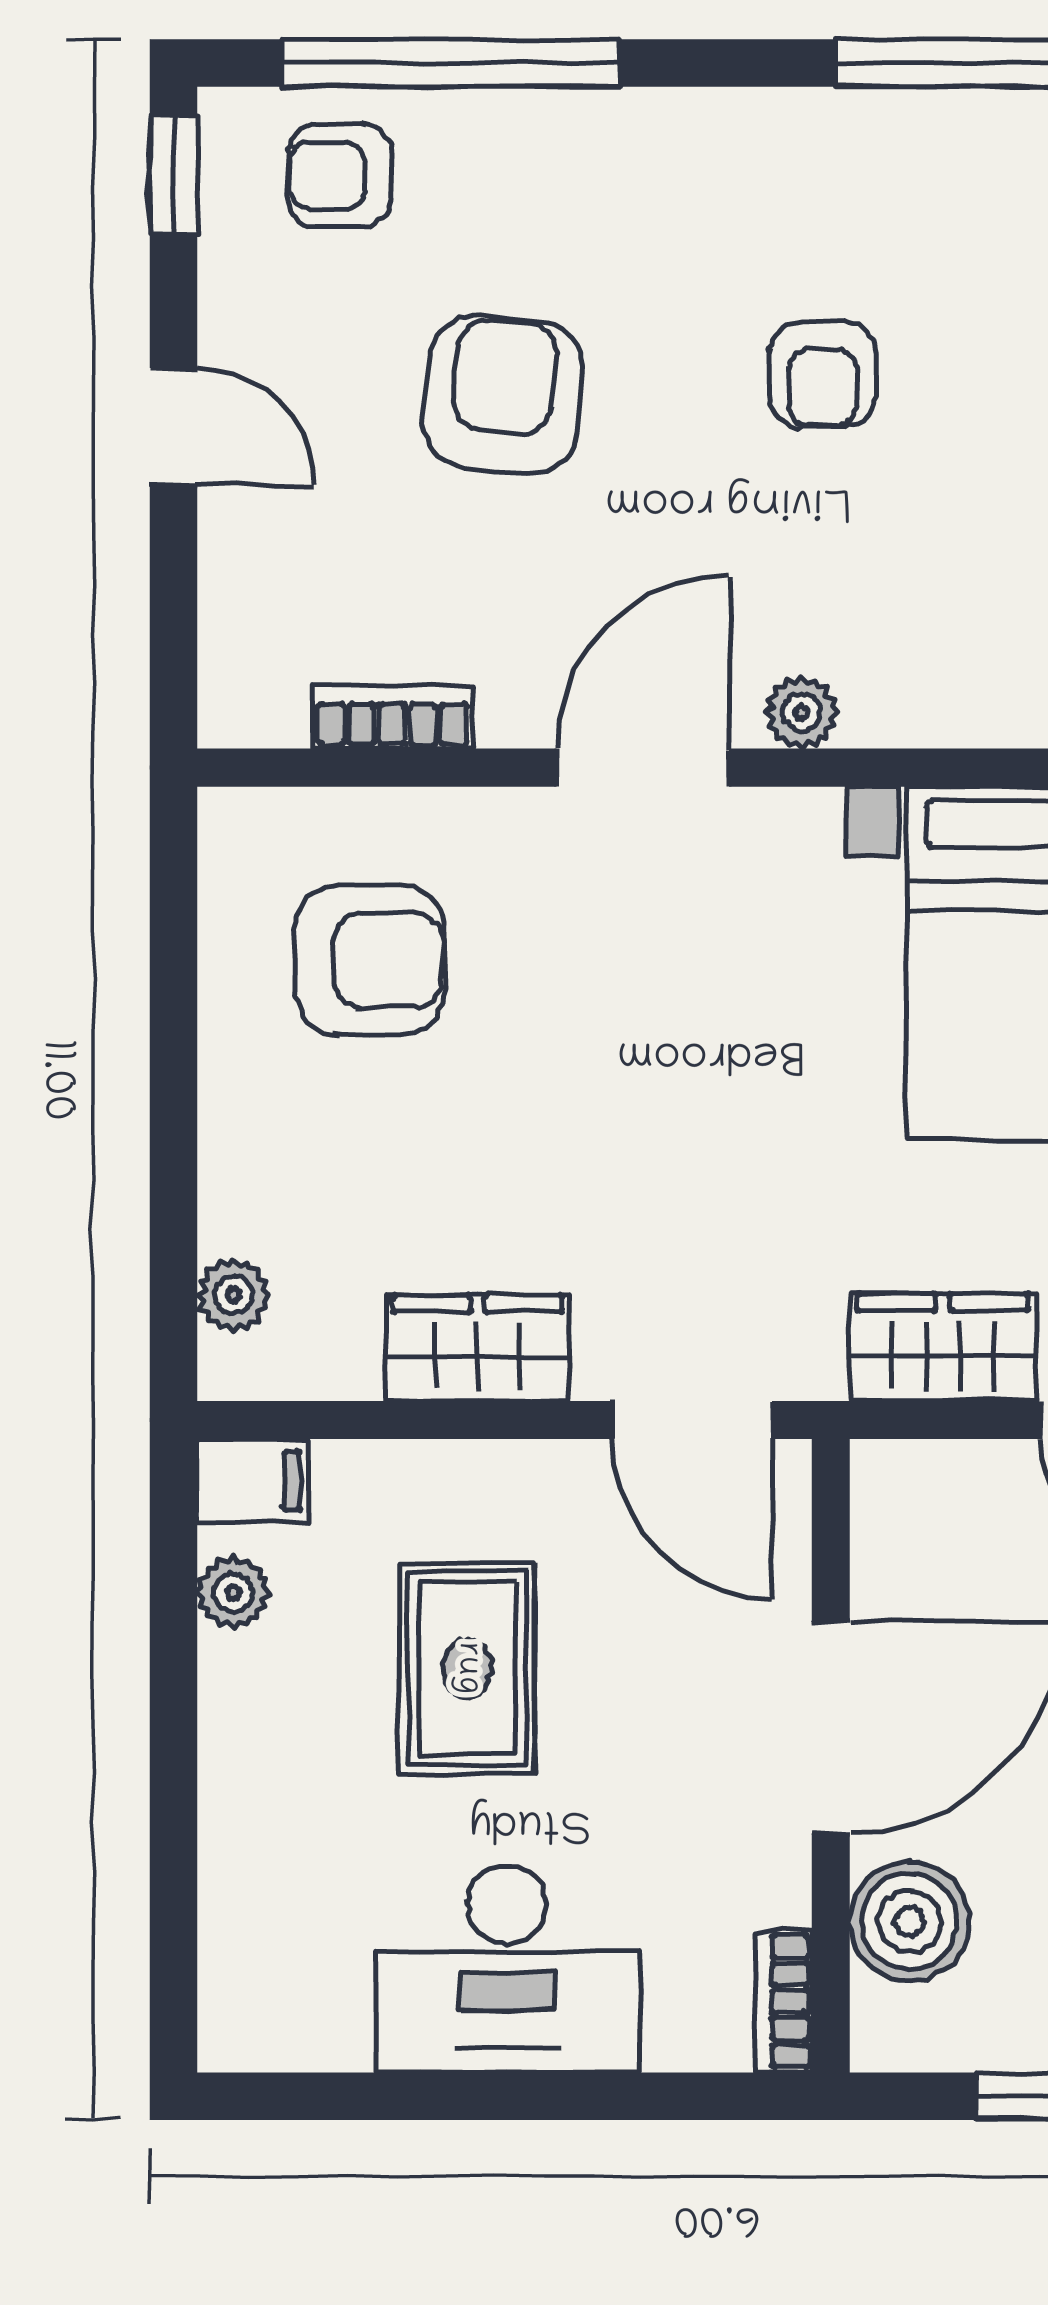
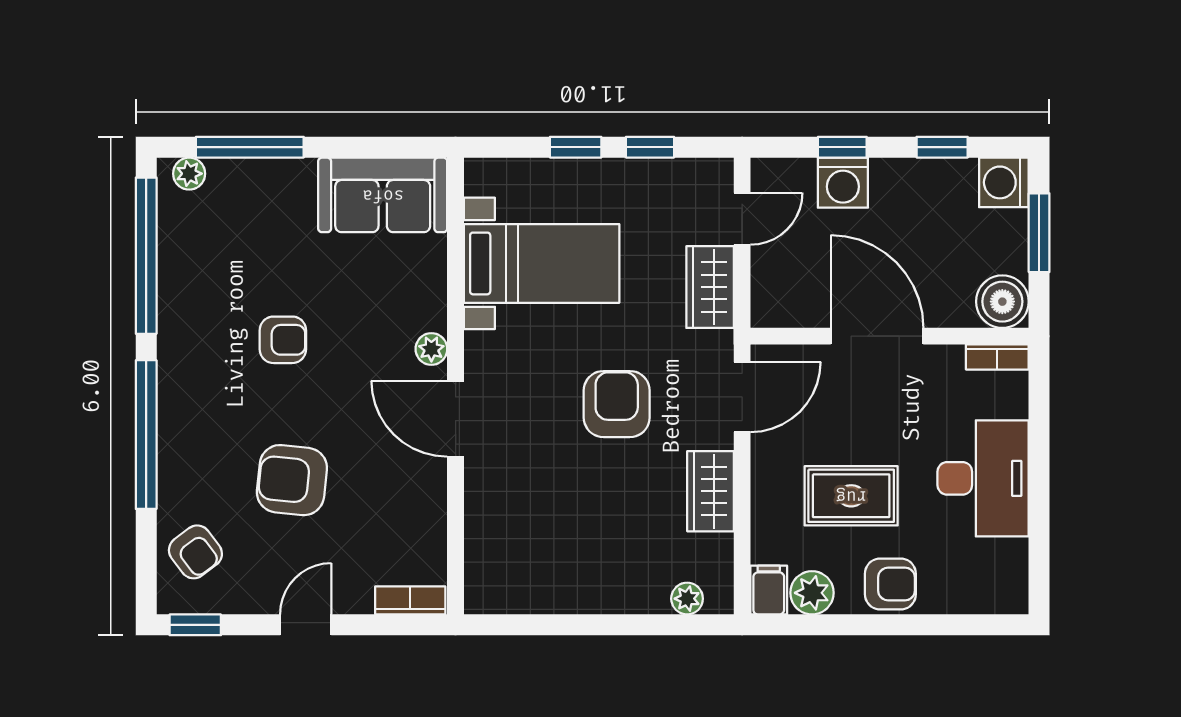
window: (450, 63) -> (146, 435), moved
armchair: (340, 175) -> (195, 552), turned -37
bookcase: (393, 717) -> (410, 600), moved, turned 90
armchair: (370, 960) -> (617, 404), moved
plant: (233, 1593) -> (812, 593), width x1.38, depth x1.38
armchair: (267, 1758) -> (890, 584), added
boiler: (910, 1921) -> (1002, 302), moved

